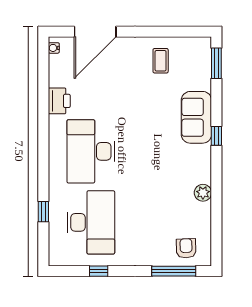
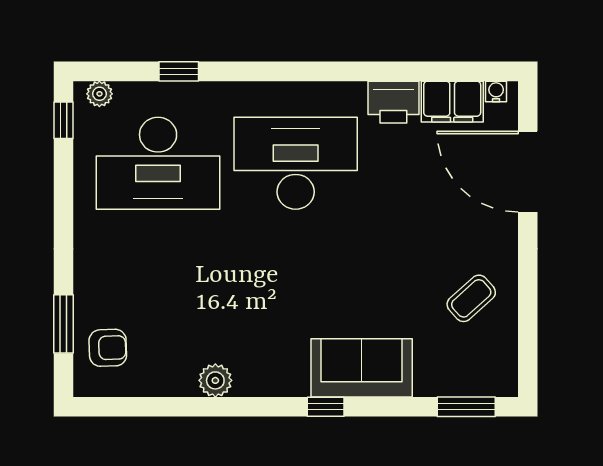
coffee table: (161, 61) -> (471, 298), turned -42
filing cabinet: (59, 71) -> (452, 102), added
plant: (55, 253) -> (99, 94), added
window: (99, 271) -> (63, 120), moved
window: (174, 271) -> (63, 324), width x0.69

